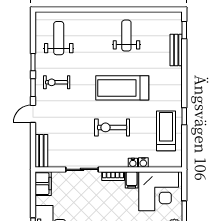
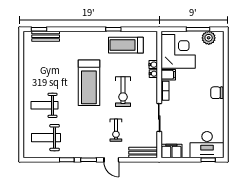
weight bench: (126, 36) -> (44, 105), moved
bench: (176, 50) -> (46, 36), moved
exercise bike: (57, 82) -> (116, 130), moved

